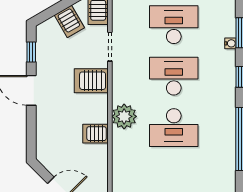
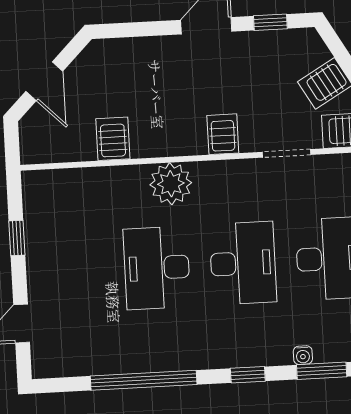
server rack: (91, 81) -> (223, 134), width x0.73, depth x0.70
server rack: (96, 134) -> (113, 139), moved

